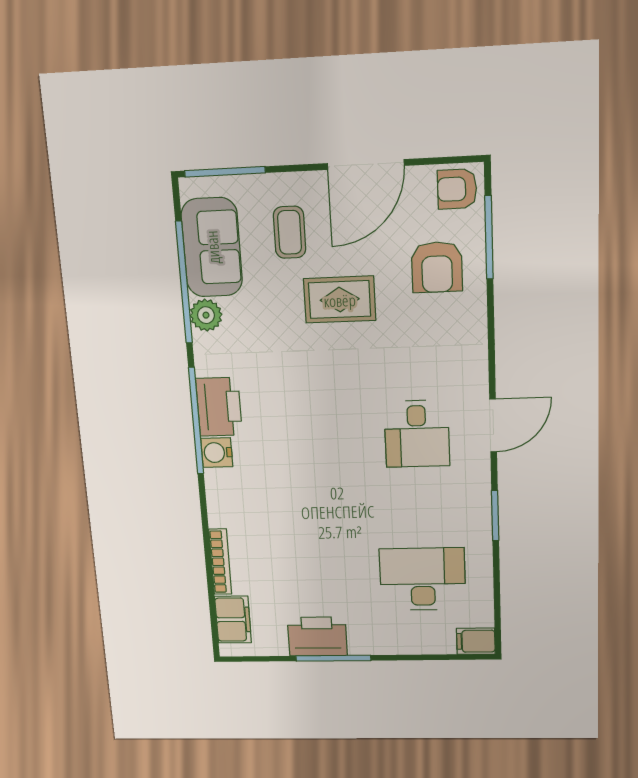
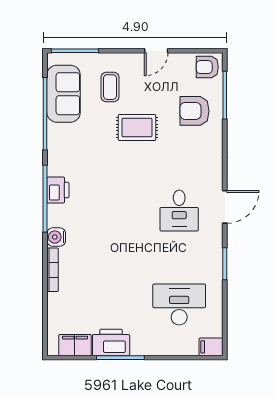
door: (366, 164) -> (156, 51), width x0.53
armchair: (437, 267) -> (195, 111), turned 90
plant: (206, 315) -> (57, 134), removed
printer: (219, 407) -> (58, 190), width x0.73, depth x0.84
water cooler: (217, 453) -> (56, 237), moved
bookcase: (220, 562) -> (53, 270), moved
filing cabinet: (233, 620) -> (75, 345), moved, turned -90

